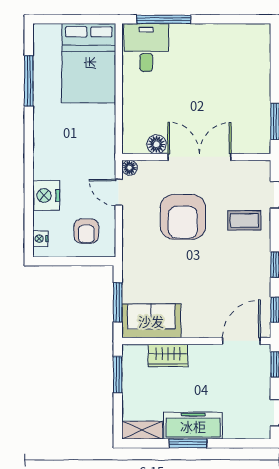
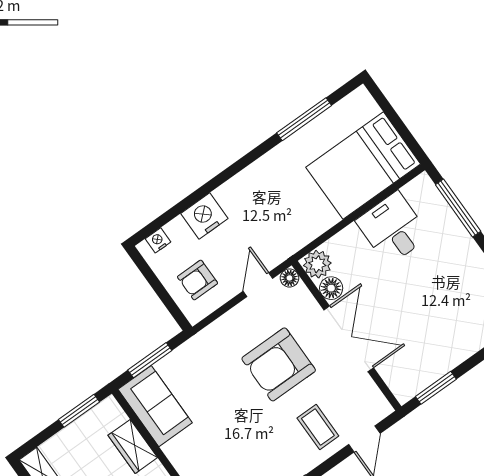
desk: (146, 48) -> (393, 228), moved, turned -90
plant: (134, 142) -> (317, 264), added

